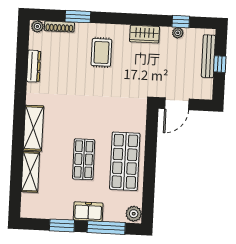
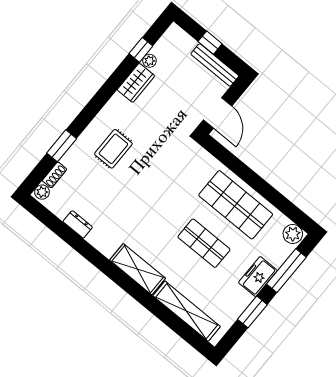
shoe rack: (59, 27) -> (55, 175), width x0.70
wardrobe: (144, 34) -> (136, 83), moved
rug: (101, 52) -> (113, 149), turned 90
bench: (208, 56) -> (215, 65), moved
dresser: (34, 66) -> (78, 224), width x0.70
shelving: (30, 172) -> (187, 311), width x1.47

